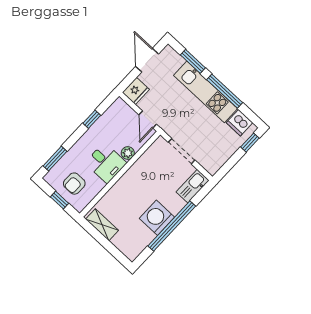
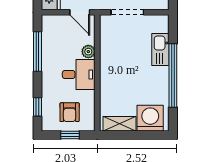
window: (92, 119) -> (38, 51), width x2.17
window: (55, 159) -> (38, 107), width x0.67
kitchen sink: (193, 186) -> (160, 49), moved
washing machine: (157, 218) -> (150, 118), moved, turned 90

